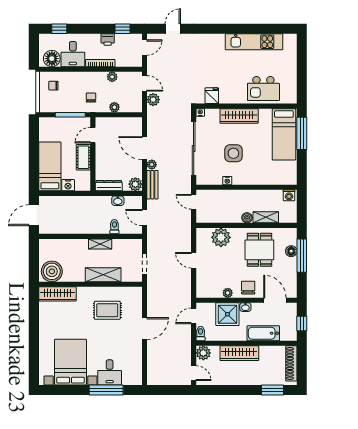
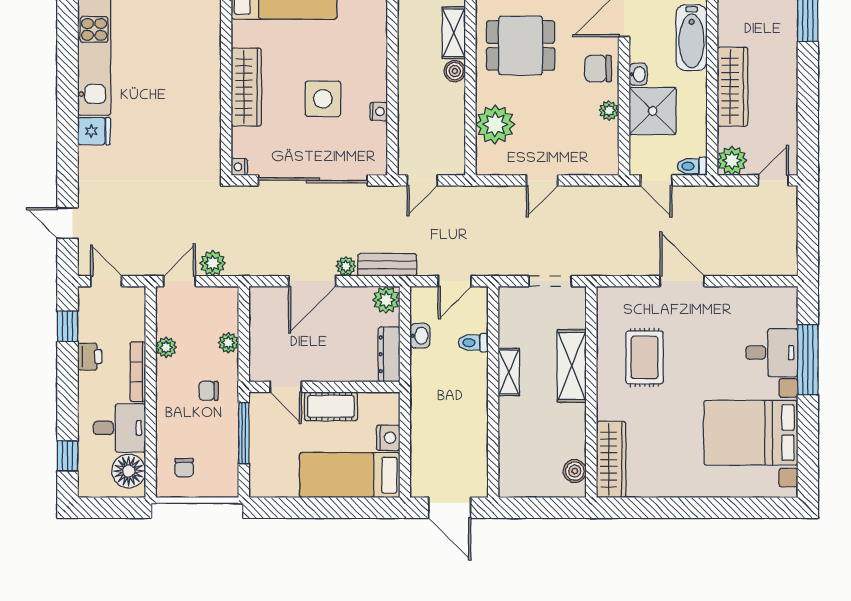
kitchen island: (263, 89) -> (190, 37), removed
fridge: (212, 96) -> (94, 131), moved, turned 180
boiler: (52, 271) -> (575, 471), width x0.54, depth x0.54

